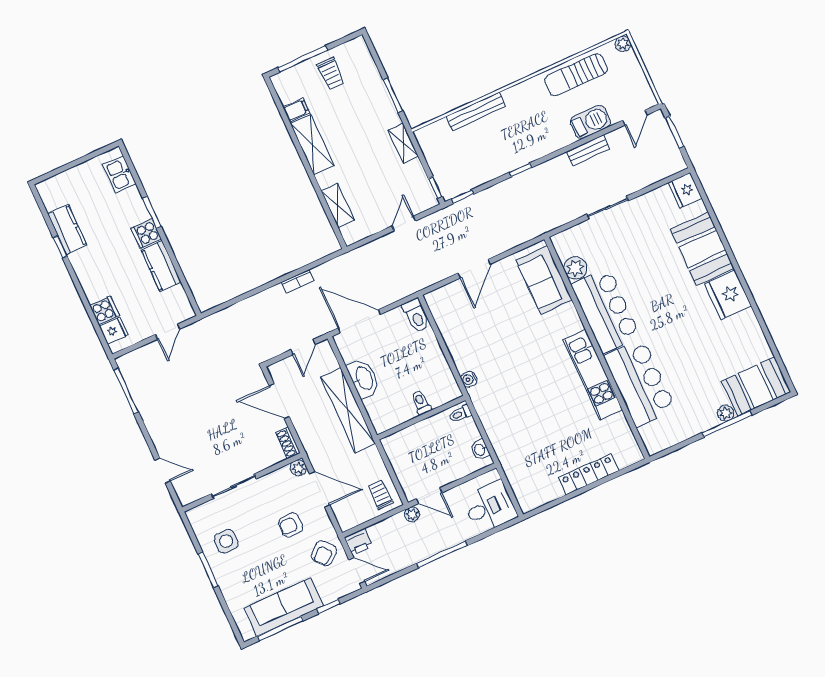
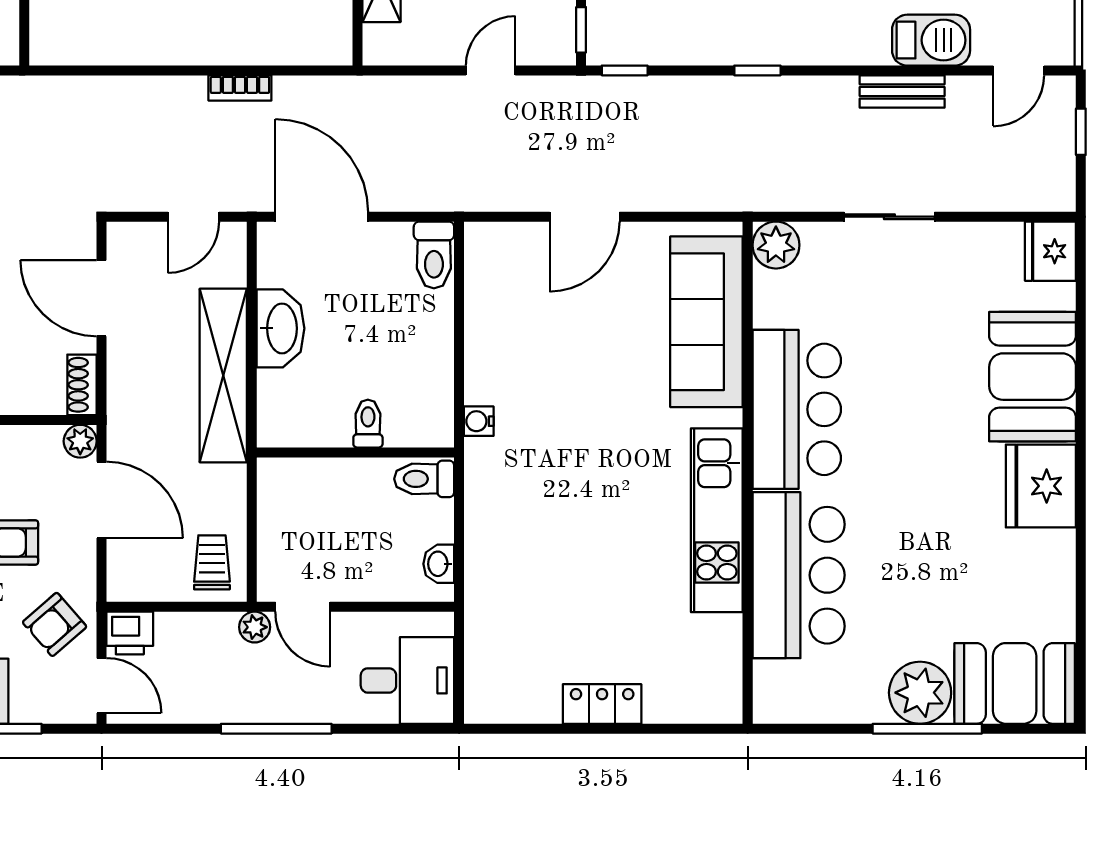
window: (674, 132) -> (1081, 132), width x0.67
plant: (575, 268) -> (776, 245), moved
sofa: (544, 280) -> (706, 322), width x1.36
plant: (726, 413) -> (920, 693), width x1.87, depth x1.87
toilet: (460, 414) -> (424, 479), width x1.37, depth x1.39
locker: (589, 474) -> (602, 704), width x0.66

